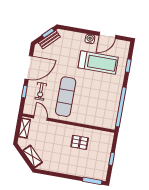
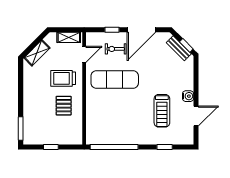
door: (107, 35) -> (196, 116), swing flipped
treadmill: (98, 63) -> (162, 111), width x0.73, depth x0.73
door: (29, 68) -> (141, 30), hinge flipped
trolley: (57, 139) -> (63, 78), added

